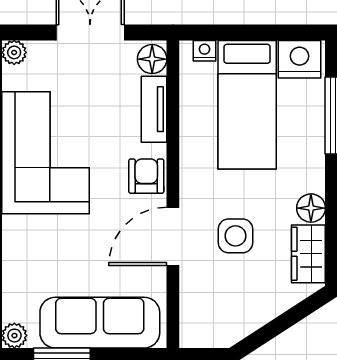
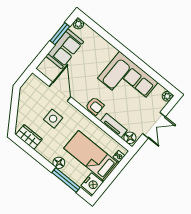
floor lamp: (311, 208) -> (59, 163), moved
door: (173, 236) -> (60, 92), moved
sofa: (100, 323) -> (65, 49), width x0.73

